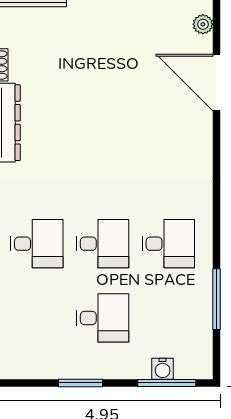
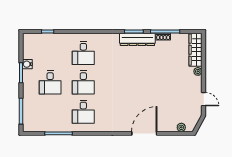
door: (216, 83) -> (144, 133), moved
water cooler: (163, 369) -> (27, 64), moved

